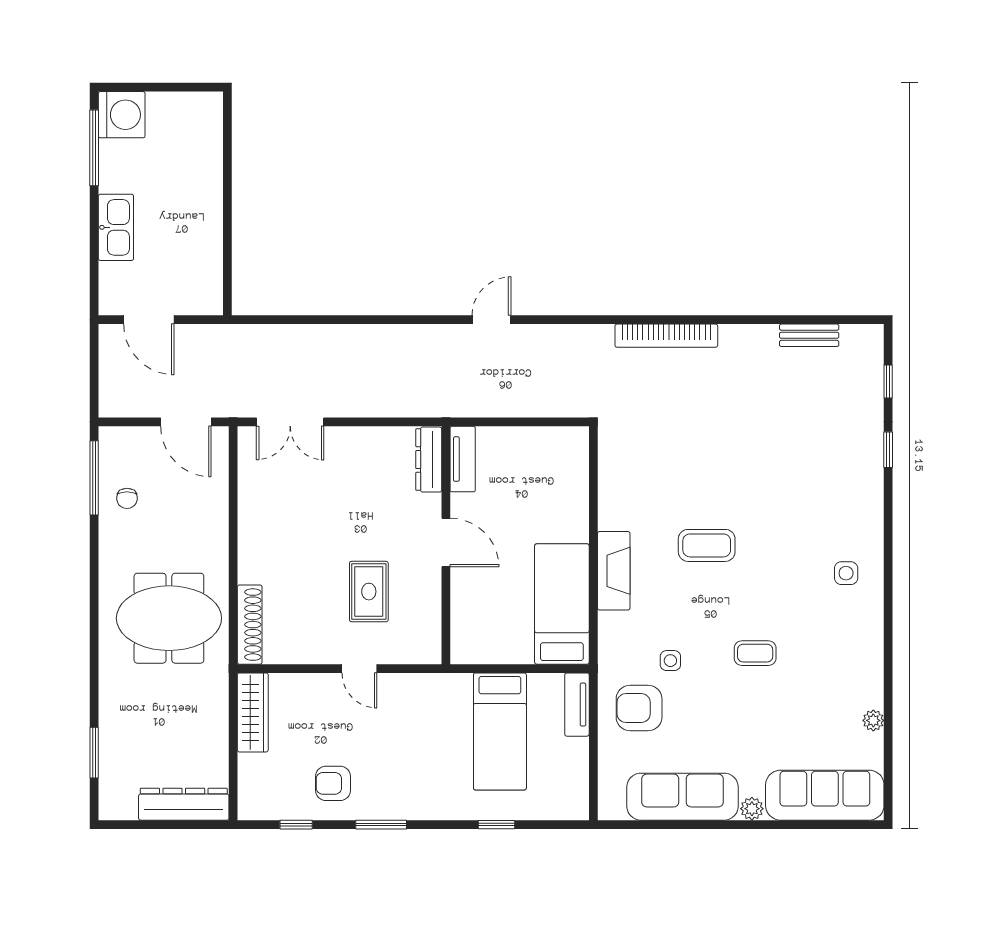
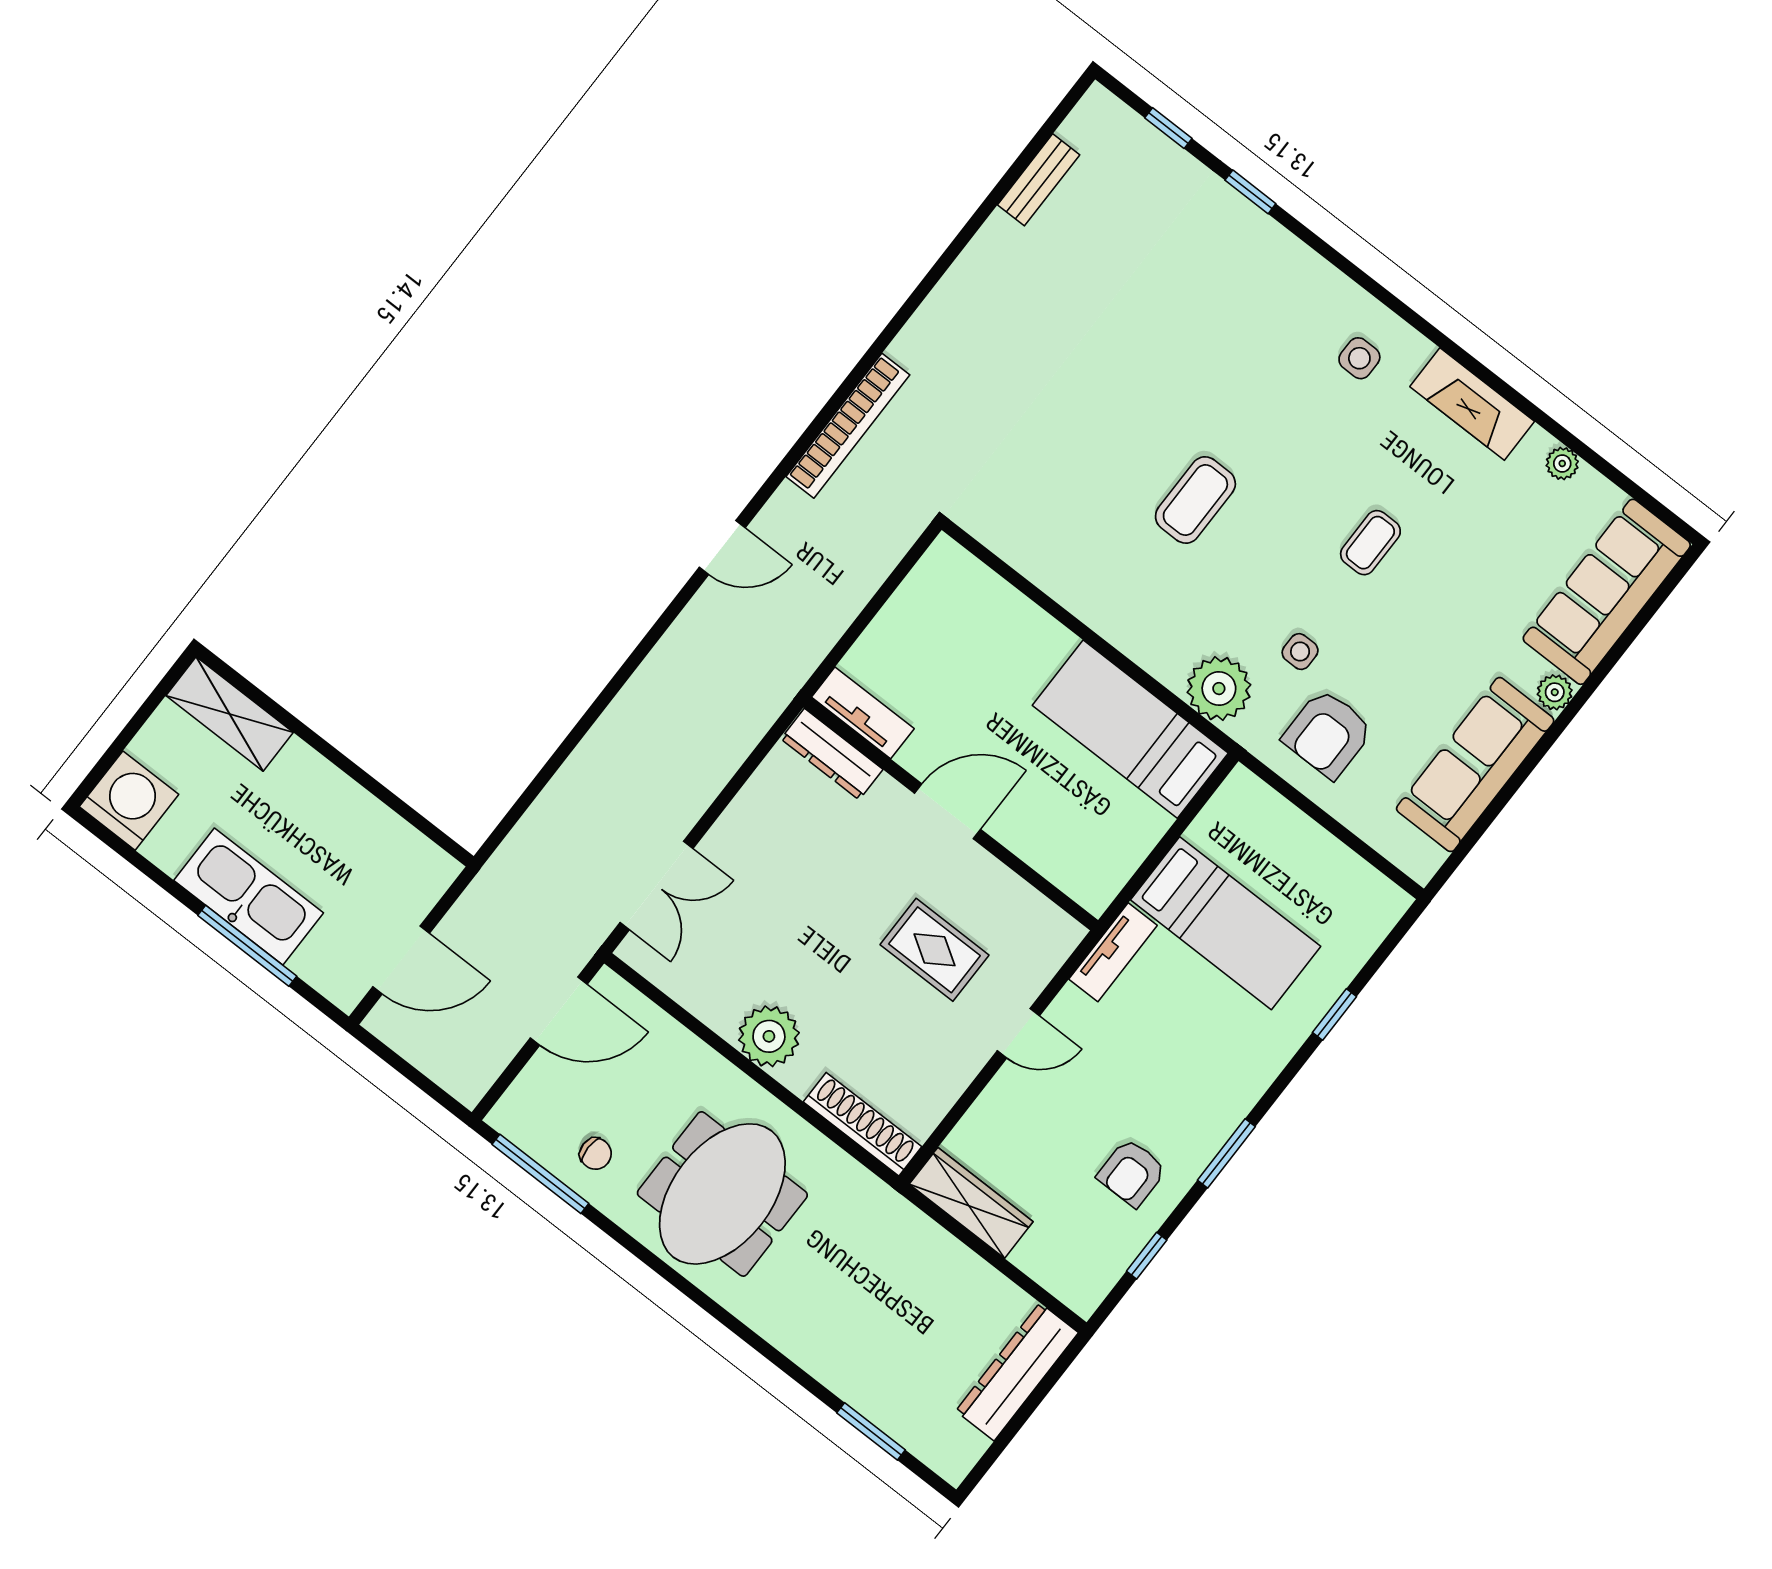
shelving: (207, 132) -> (230, 714), added
window: (94, 148) -> (247, 946), moved
kitchen sink: (116, 227) -> (249, 897), width x1.36, depth x1.24
door: (491, 320) -> (722, 548), swing flipped
bookcase: (666, 336) -> (848, 426), moved
plant: (257, 541) -> (769, 1036), added
fireplace: (614, 571) -> (1472, 404), moved, turned 180
meeting table: (169, 618) -> (722, 1194), moved
plant: (619, 633) -> (1219, 689), added
tv unit: (577, 705) -> (1113, 952), moved, turned -90

